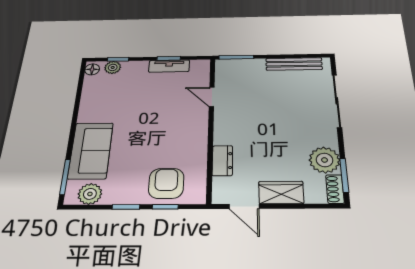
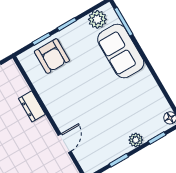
tv unit: (169, 66) -> (114, 153), removed
plant: (113, 67) -> (136, 140), moved
door: (212, 97) -> (65, 143), hinge flipped
dresser: (222, 161) -> (32, 106), moved

